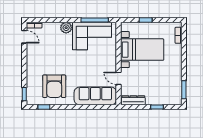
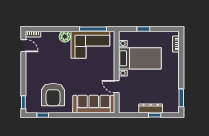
dresser: (133, 100) -> (151, 108), moved

